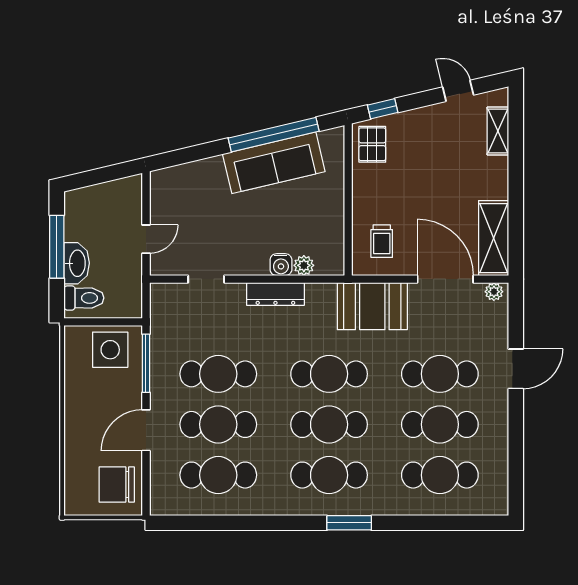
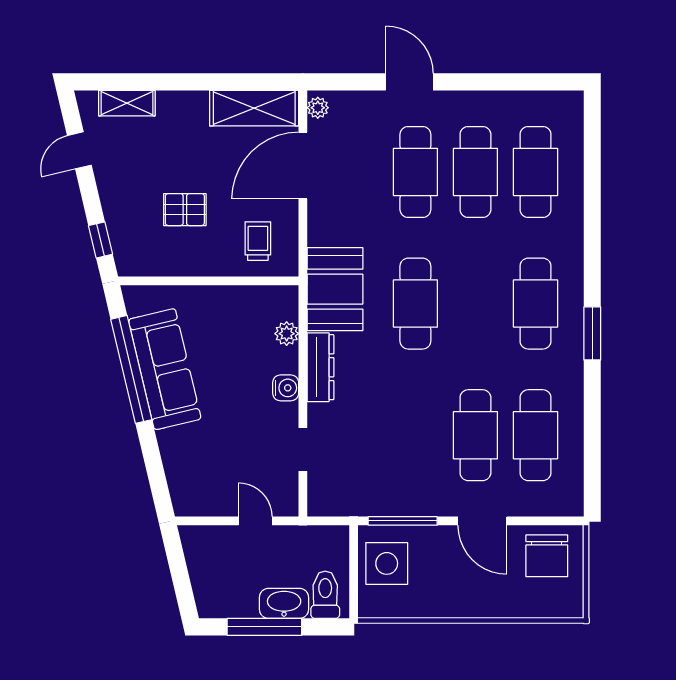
pallet: (372, 144) -> (185, 210), moved
trolley: (382, 241) -> (258, 241), turned -90
water cooler: (281, 265) -> (286, 388), moved
booth: (372, 306) -> (335, 289), moved
cafe table: (218, 374) -> (415, 435), removed
cafe table: (329, 424) -> (475, 304), removed
window: (349, 523) -> (592, 333), moved

